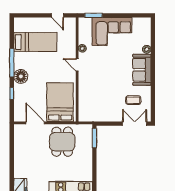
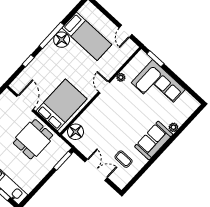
floor lamp: (21, 76) -> (62, 40), moved
floor lamp: (85, 111) -> (75, 132), added
double door: (135, 124) -> (96, 170), moved

